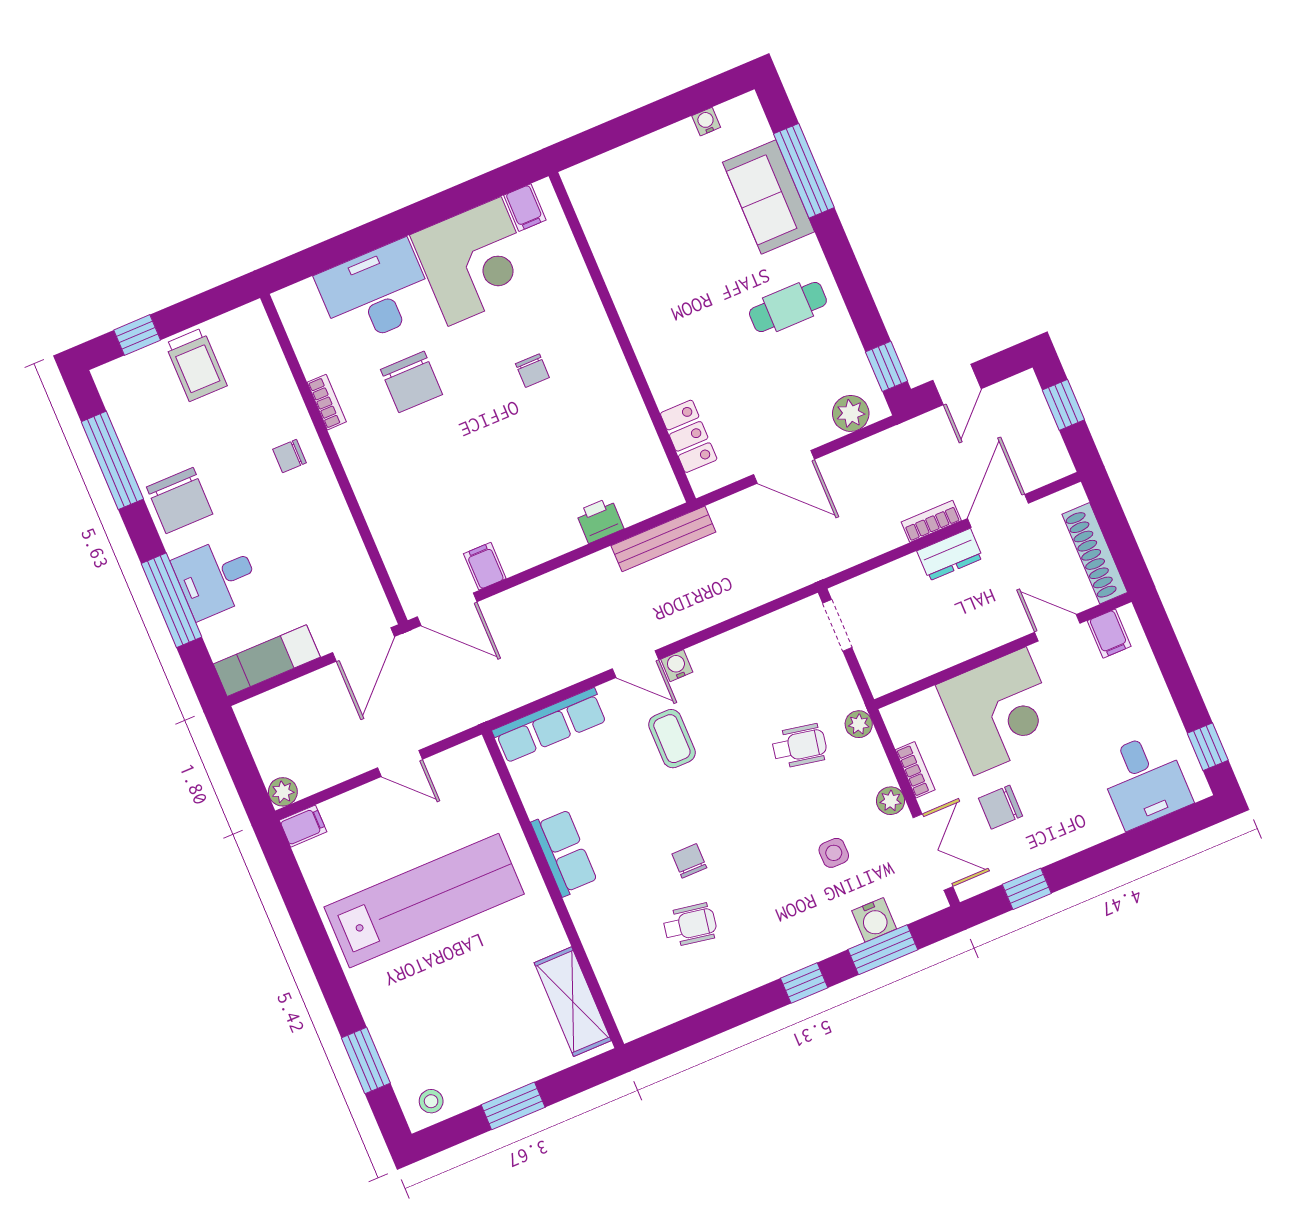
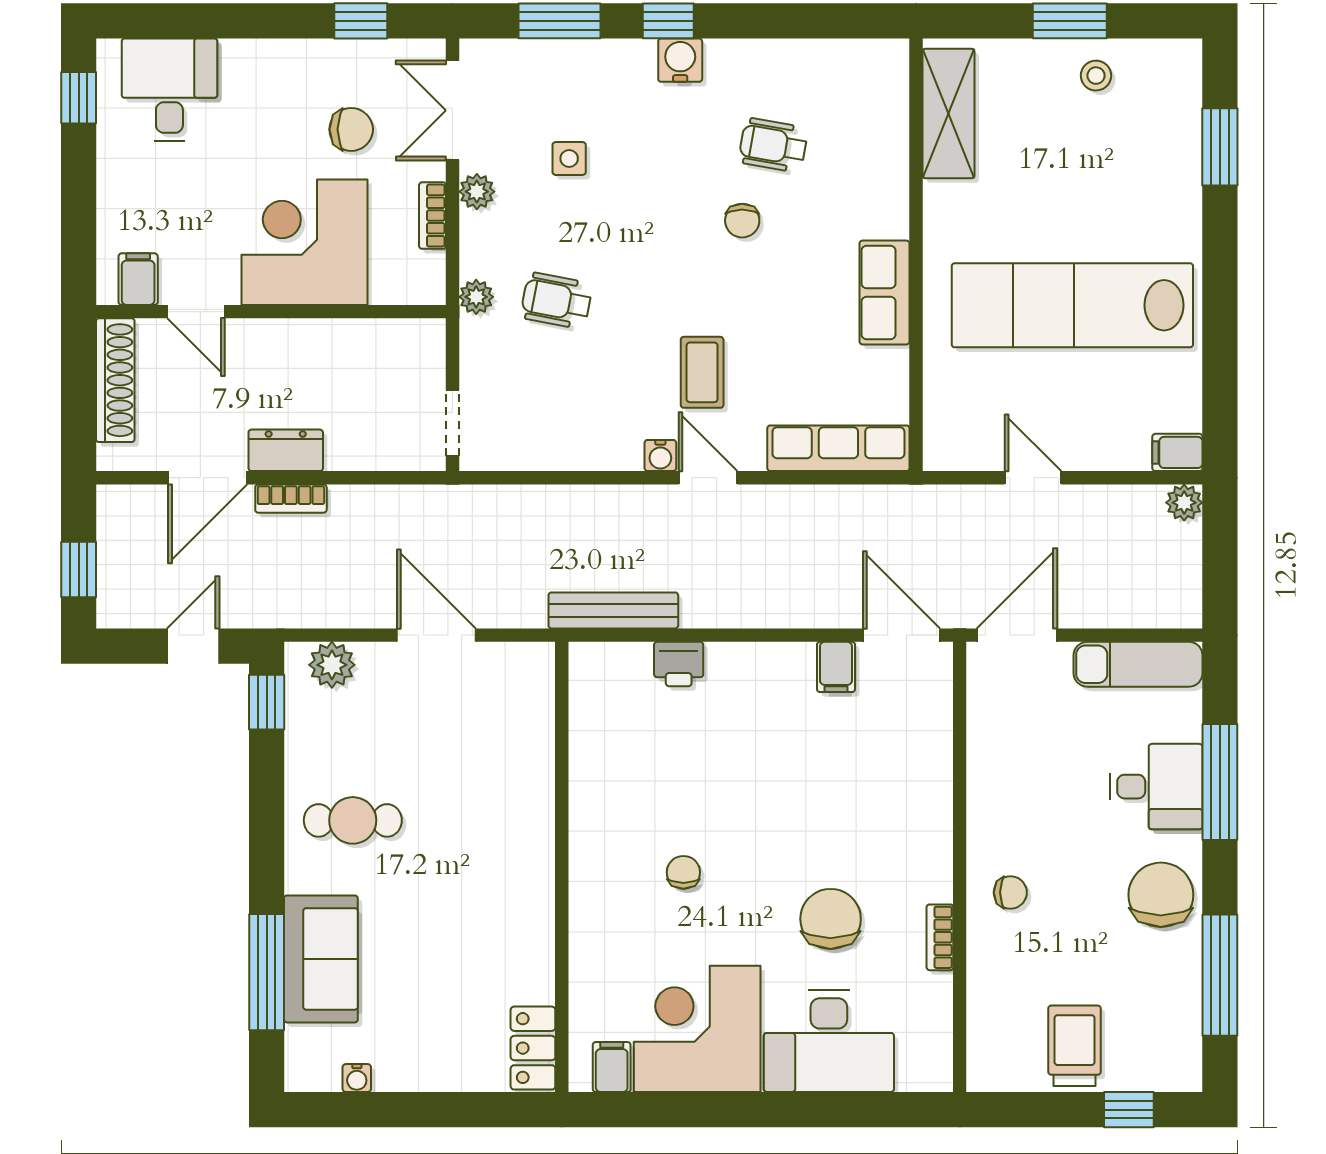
locker: (689, 436) -> (533, 1048), moved
water cooler: (874, 920) -> (680, 60), moved
stool: (431, 1101) -> (1096, 76), moved

